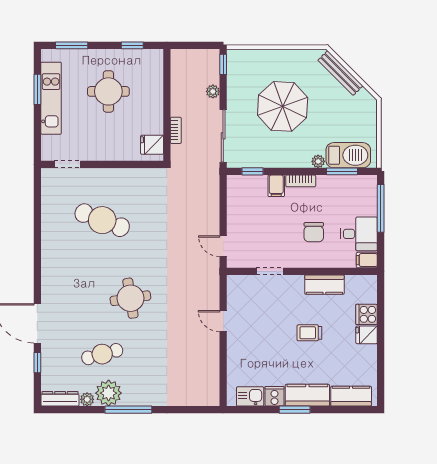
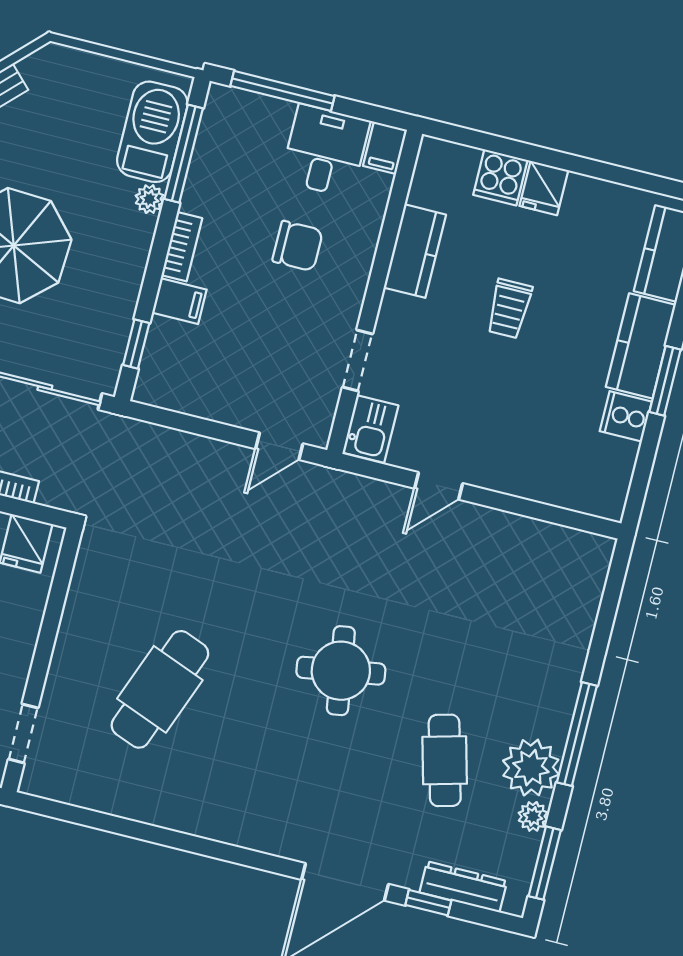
window: (342, 171) -> (184, 154), width x1.44
kitchen sink: (250, 396) -> (370, 429), moved, turned 180
dresser: (60, 399) -> (463, 887), moved, turned 90
window: (68, 410) -> (545, 863), added

